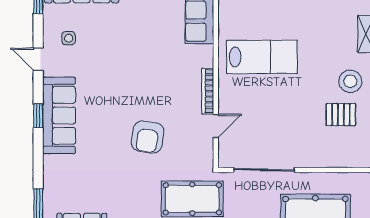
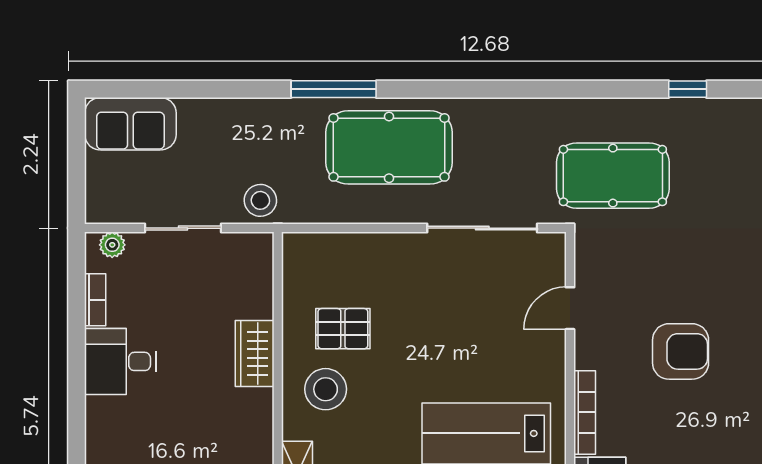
bookcase: (208, 91) -> (585, 412), moved
armchair: (148, 137) -> (681, 351), moved, turned 82

